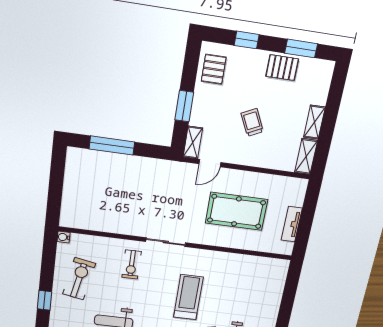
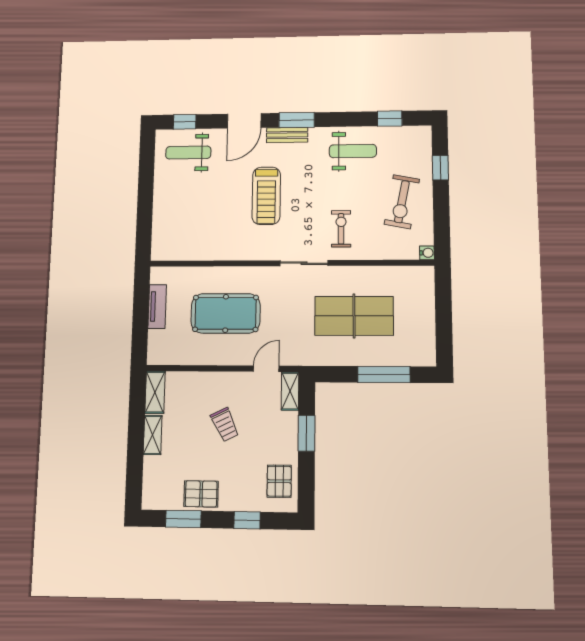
table tennis table: (130, 196) -> (354, 316), added

